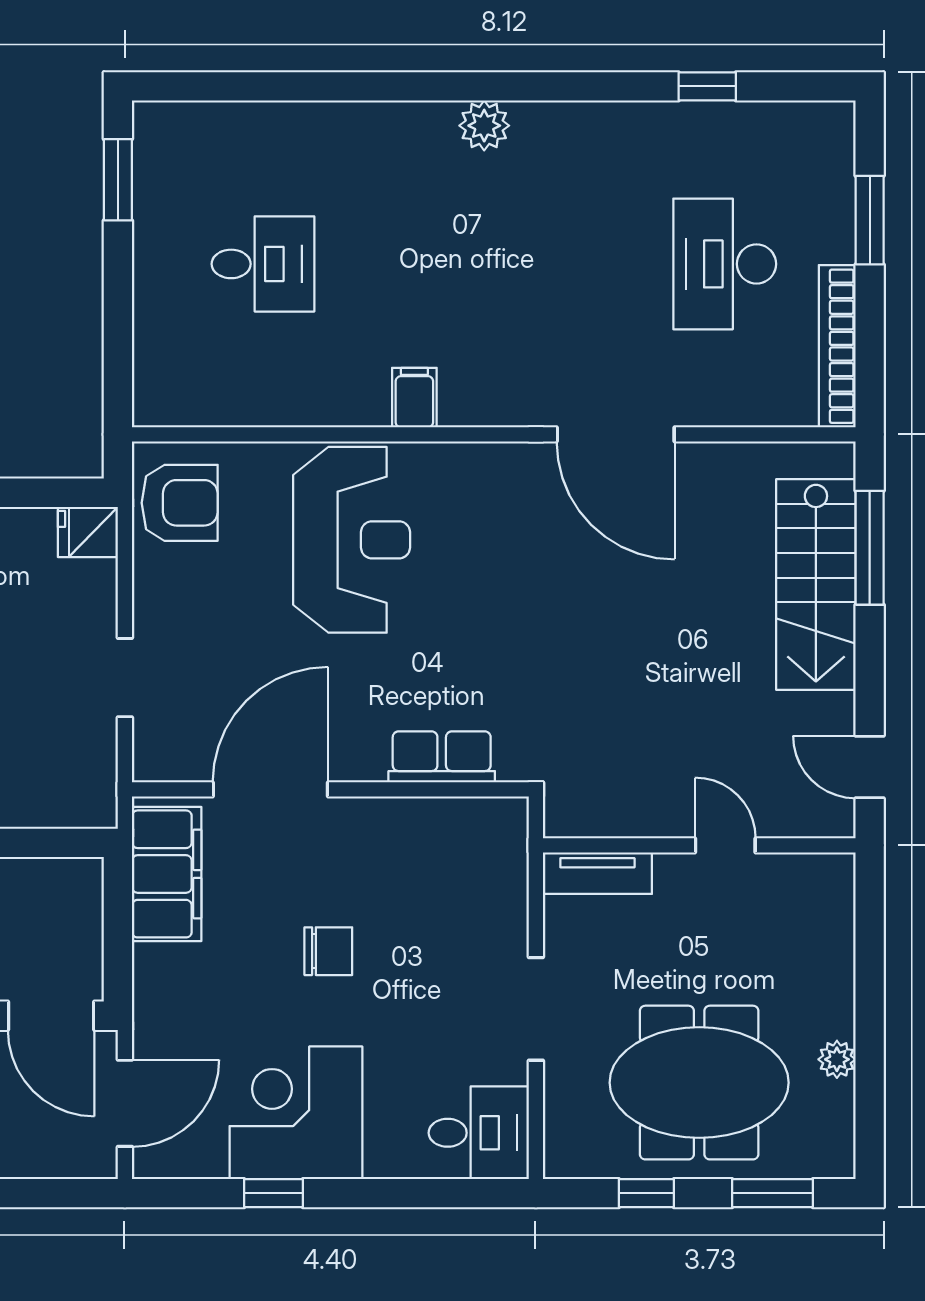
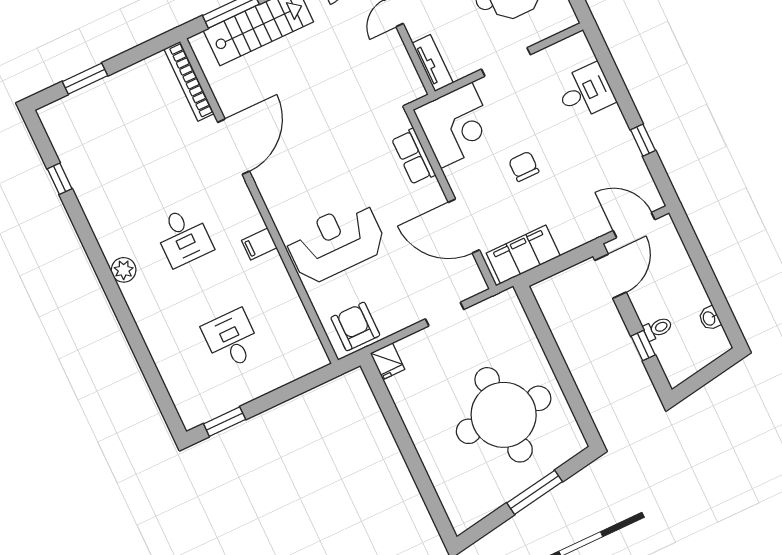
desk: (725, 264) -> (183, 237), moved, width x0.73
bookcase: (837, 346) -> (189, 81), moved, turned 90
corner desk: (296, 1113) -> (456, 125), moved, turned -90
desk: (479, 1133) -> (585, 92), moved, turned 90

